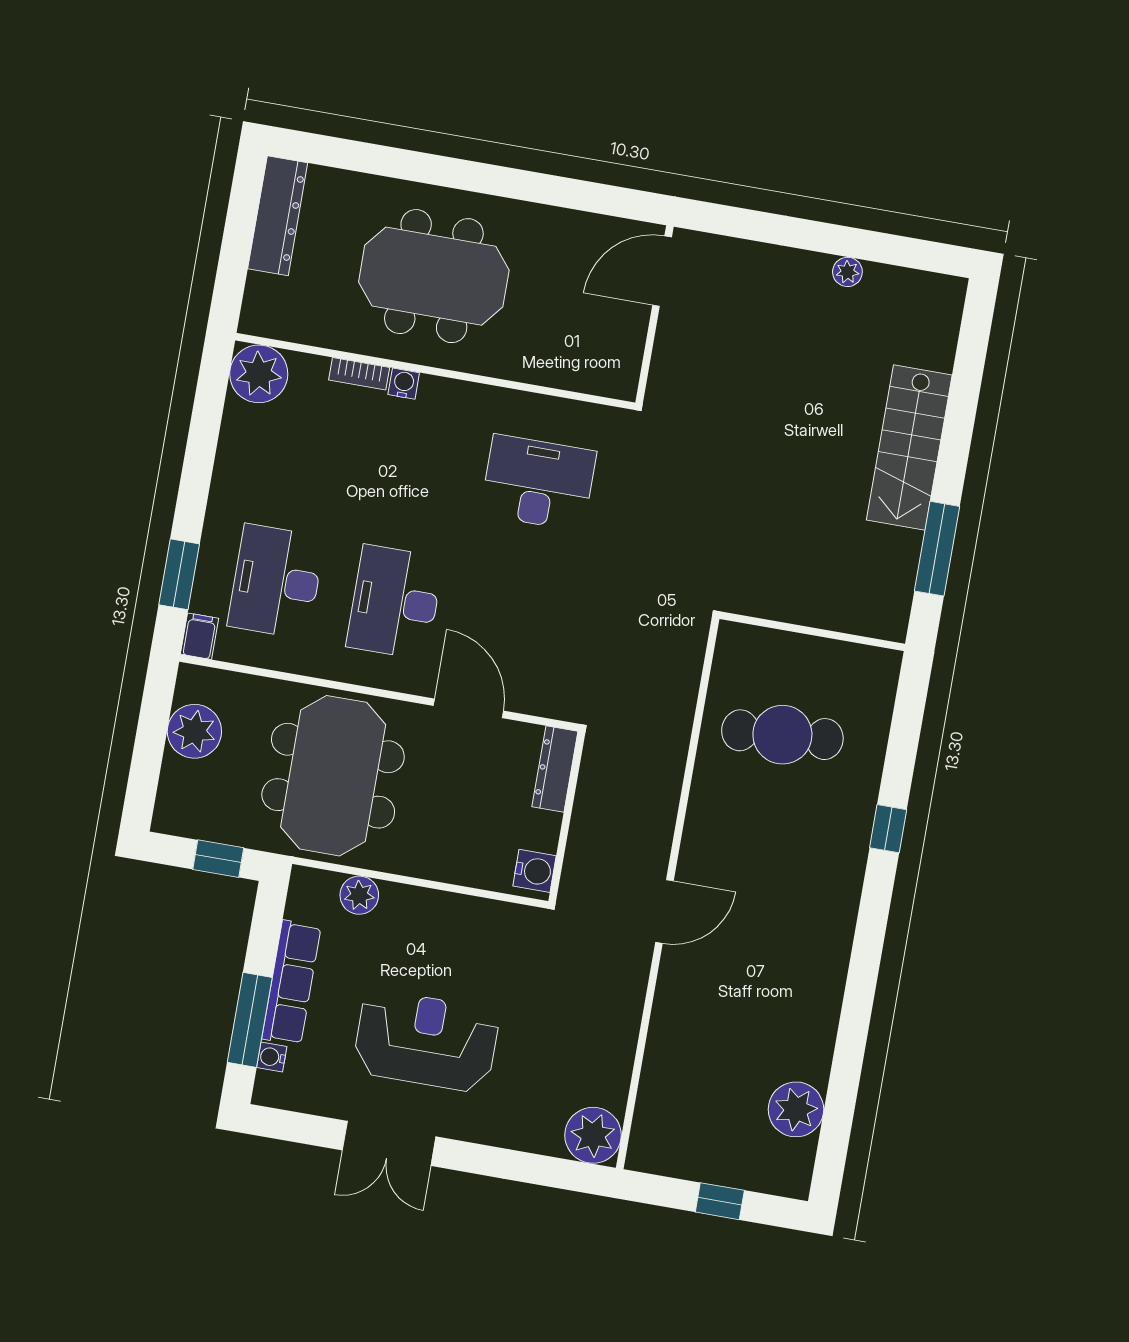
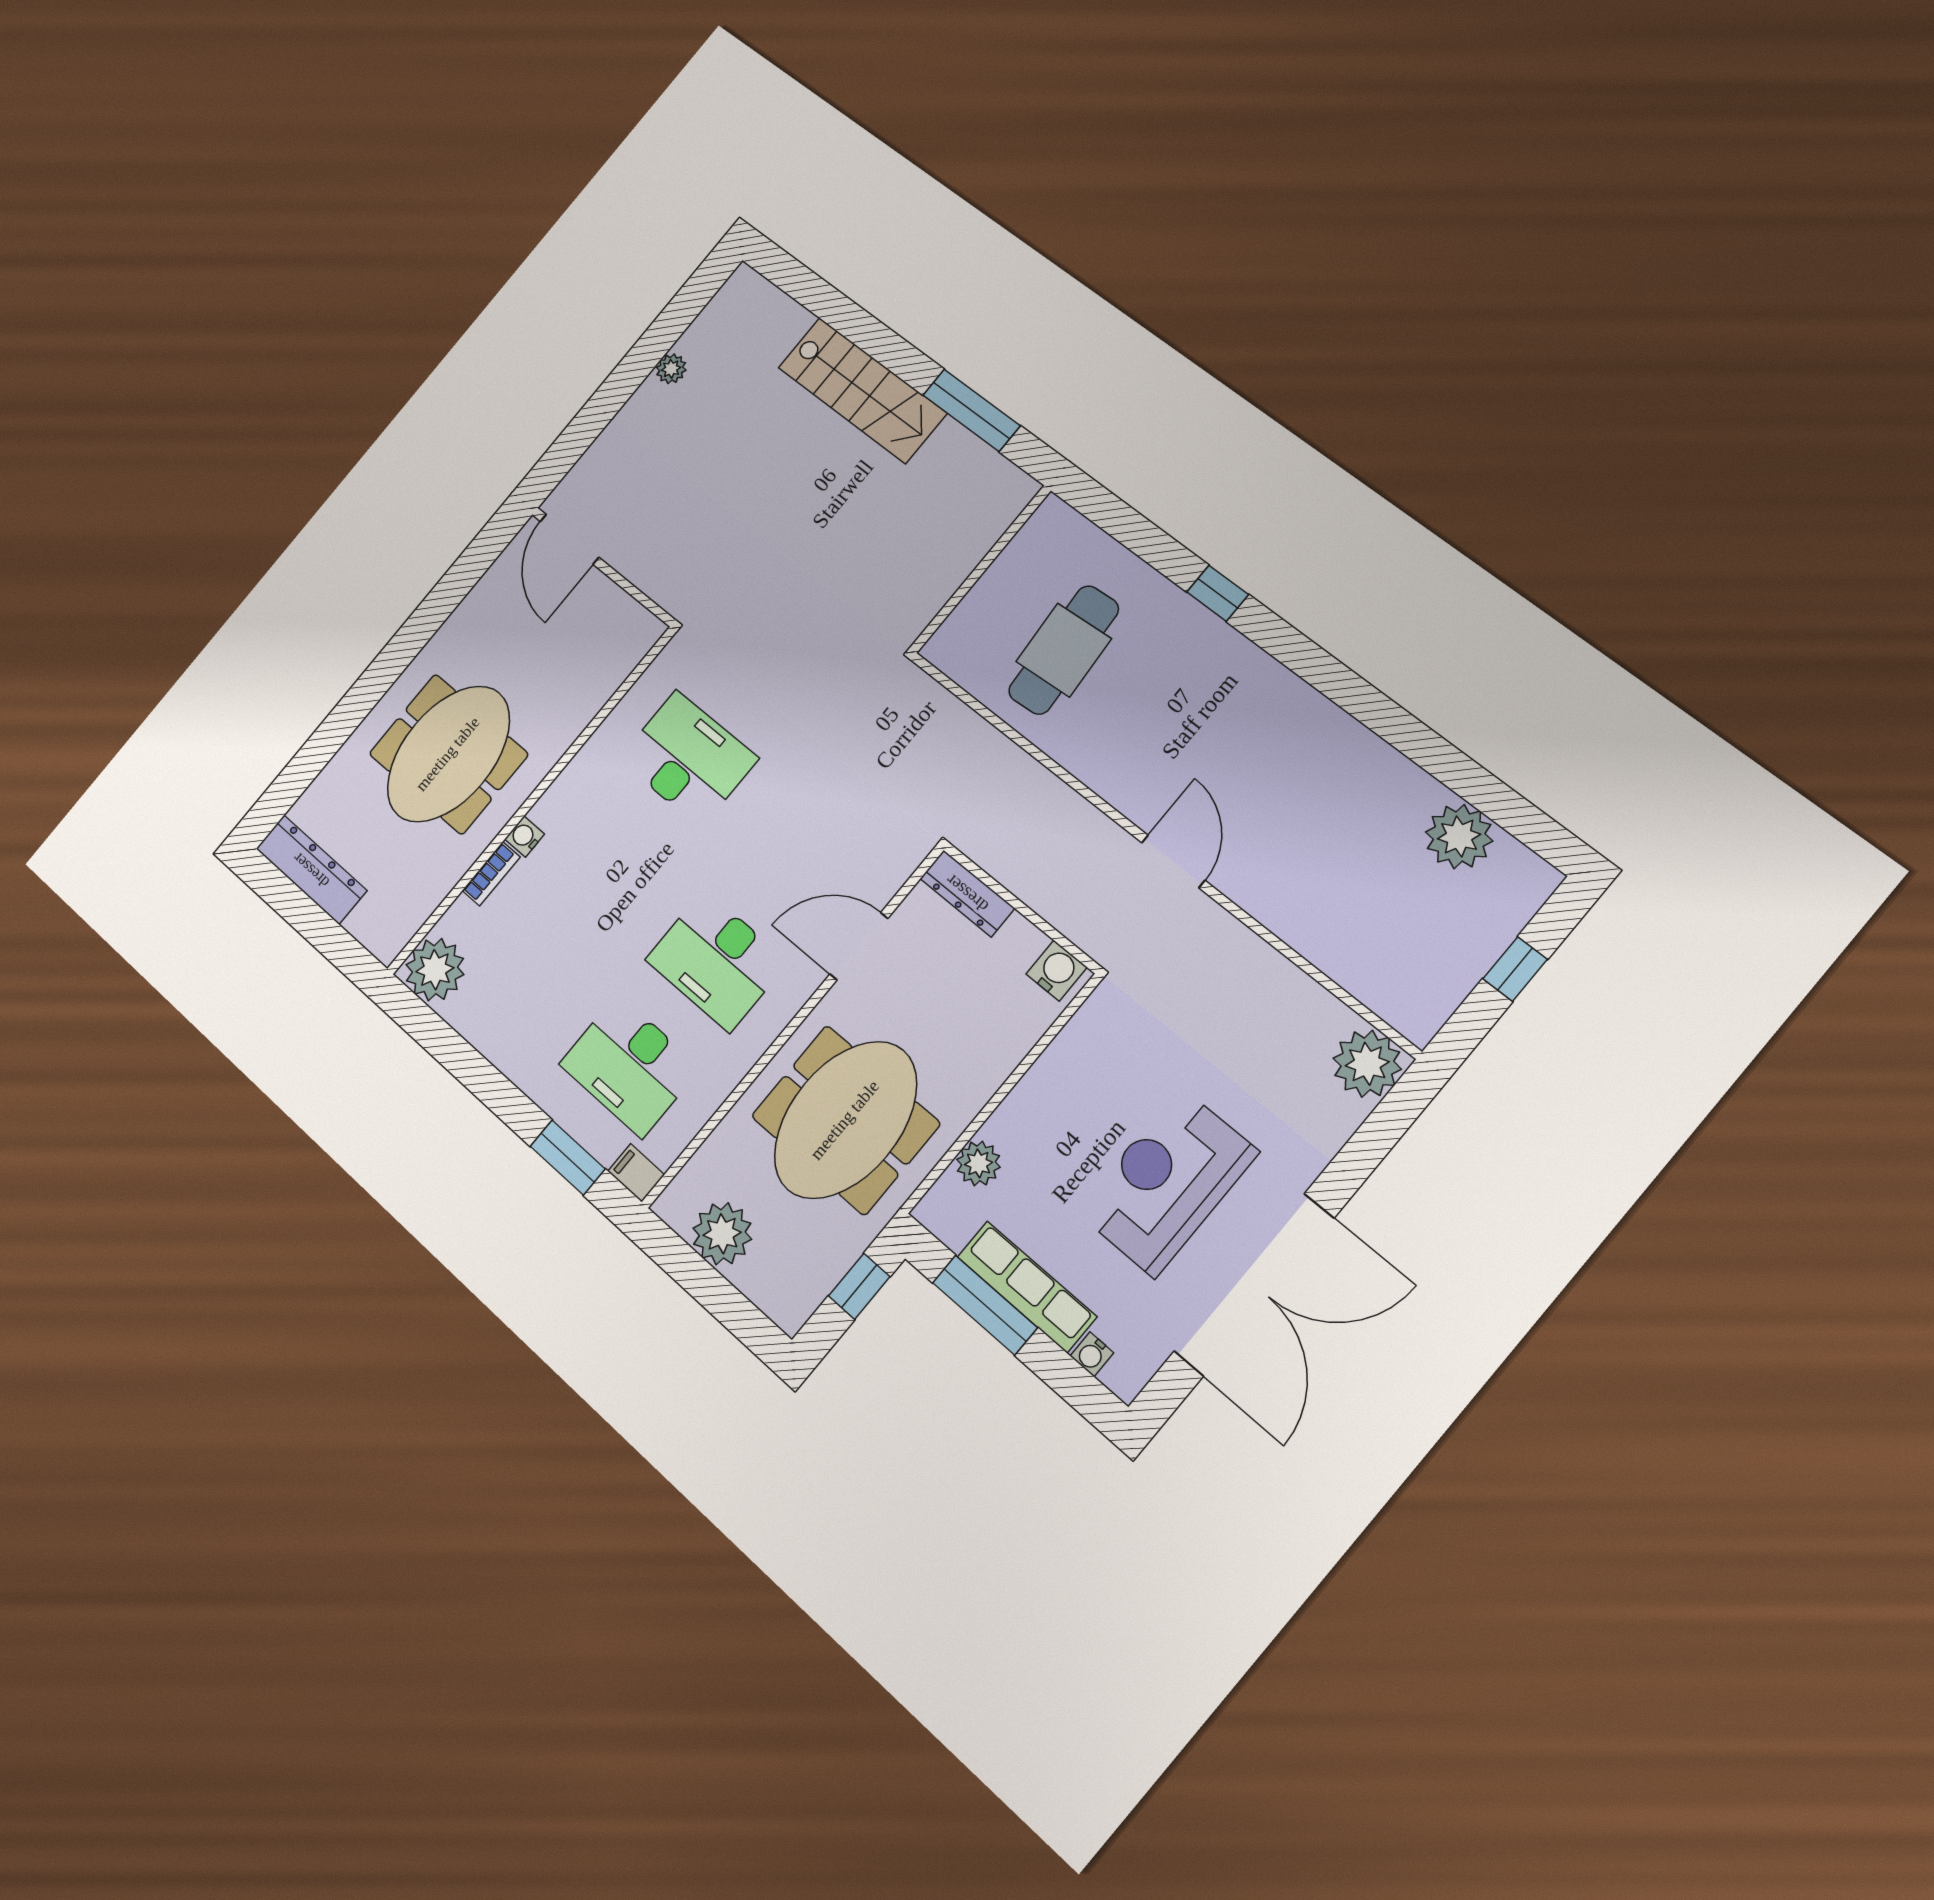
desk: (538, 483) -> (688, 759), turned 90
meeting table: (333, 776) -> (845, 1120), turned 90
window: (250, 1020) -> (985, 1305), moved
double door: (389, 1143) -> (1254, 1285), width x1.87

